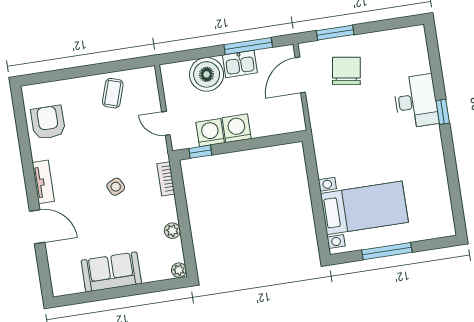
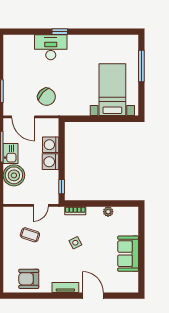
chair: (346, 71) -> (47, 97), moved, turned -146
coffee table: (113, 93) -> (30, 235), moved
washing machine: (210, 133) -> (51, 145), moved
door: (37, 227) -> (93, 296), hinge flipped
window: (387, 251) -> (141, 66), moved
plant: (179, 270) -> (133, 211), removed

